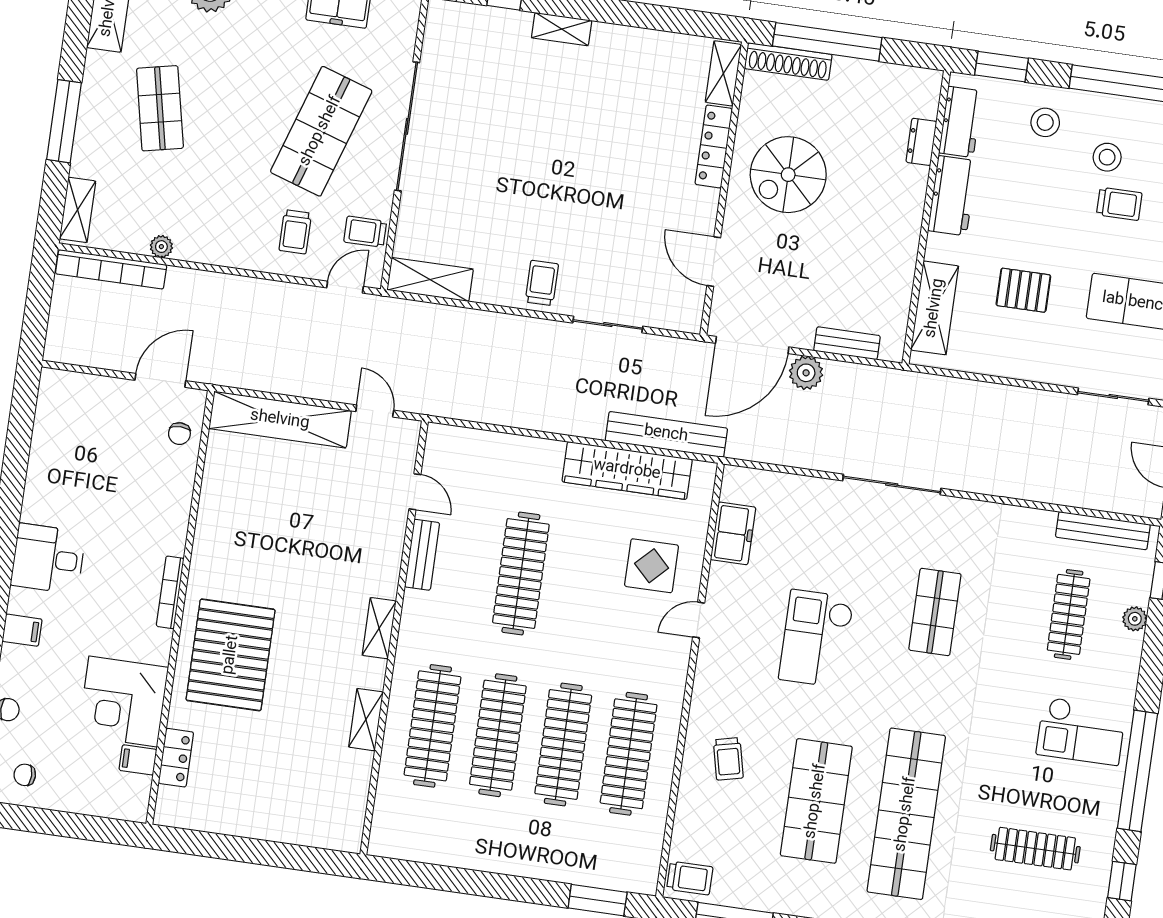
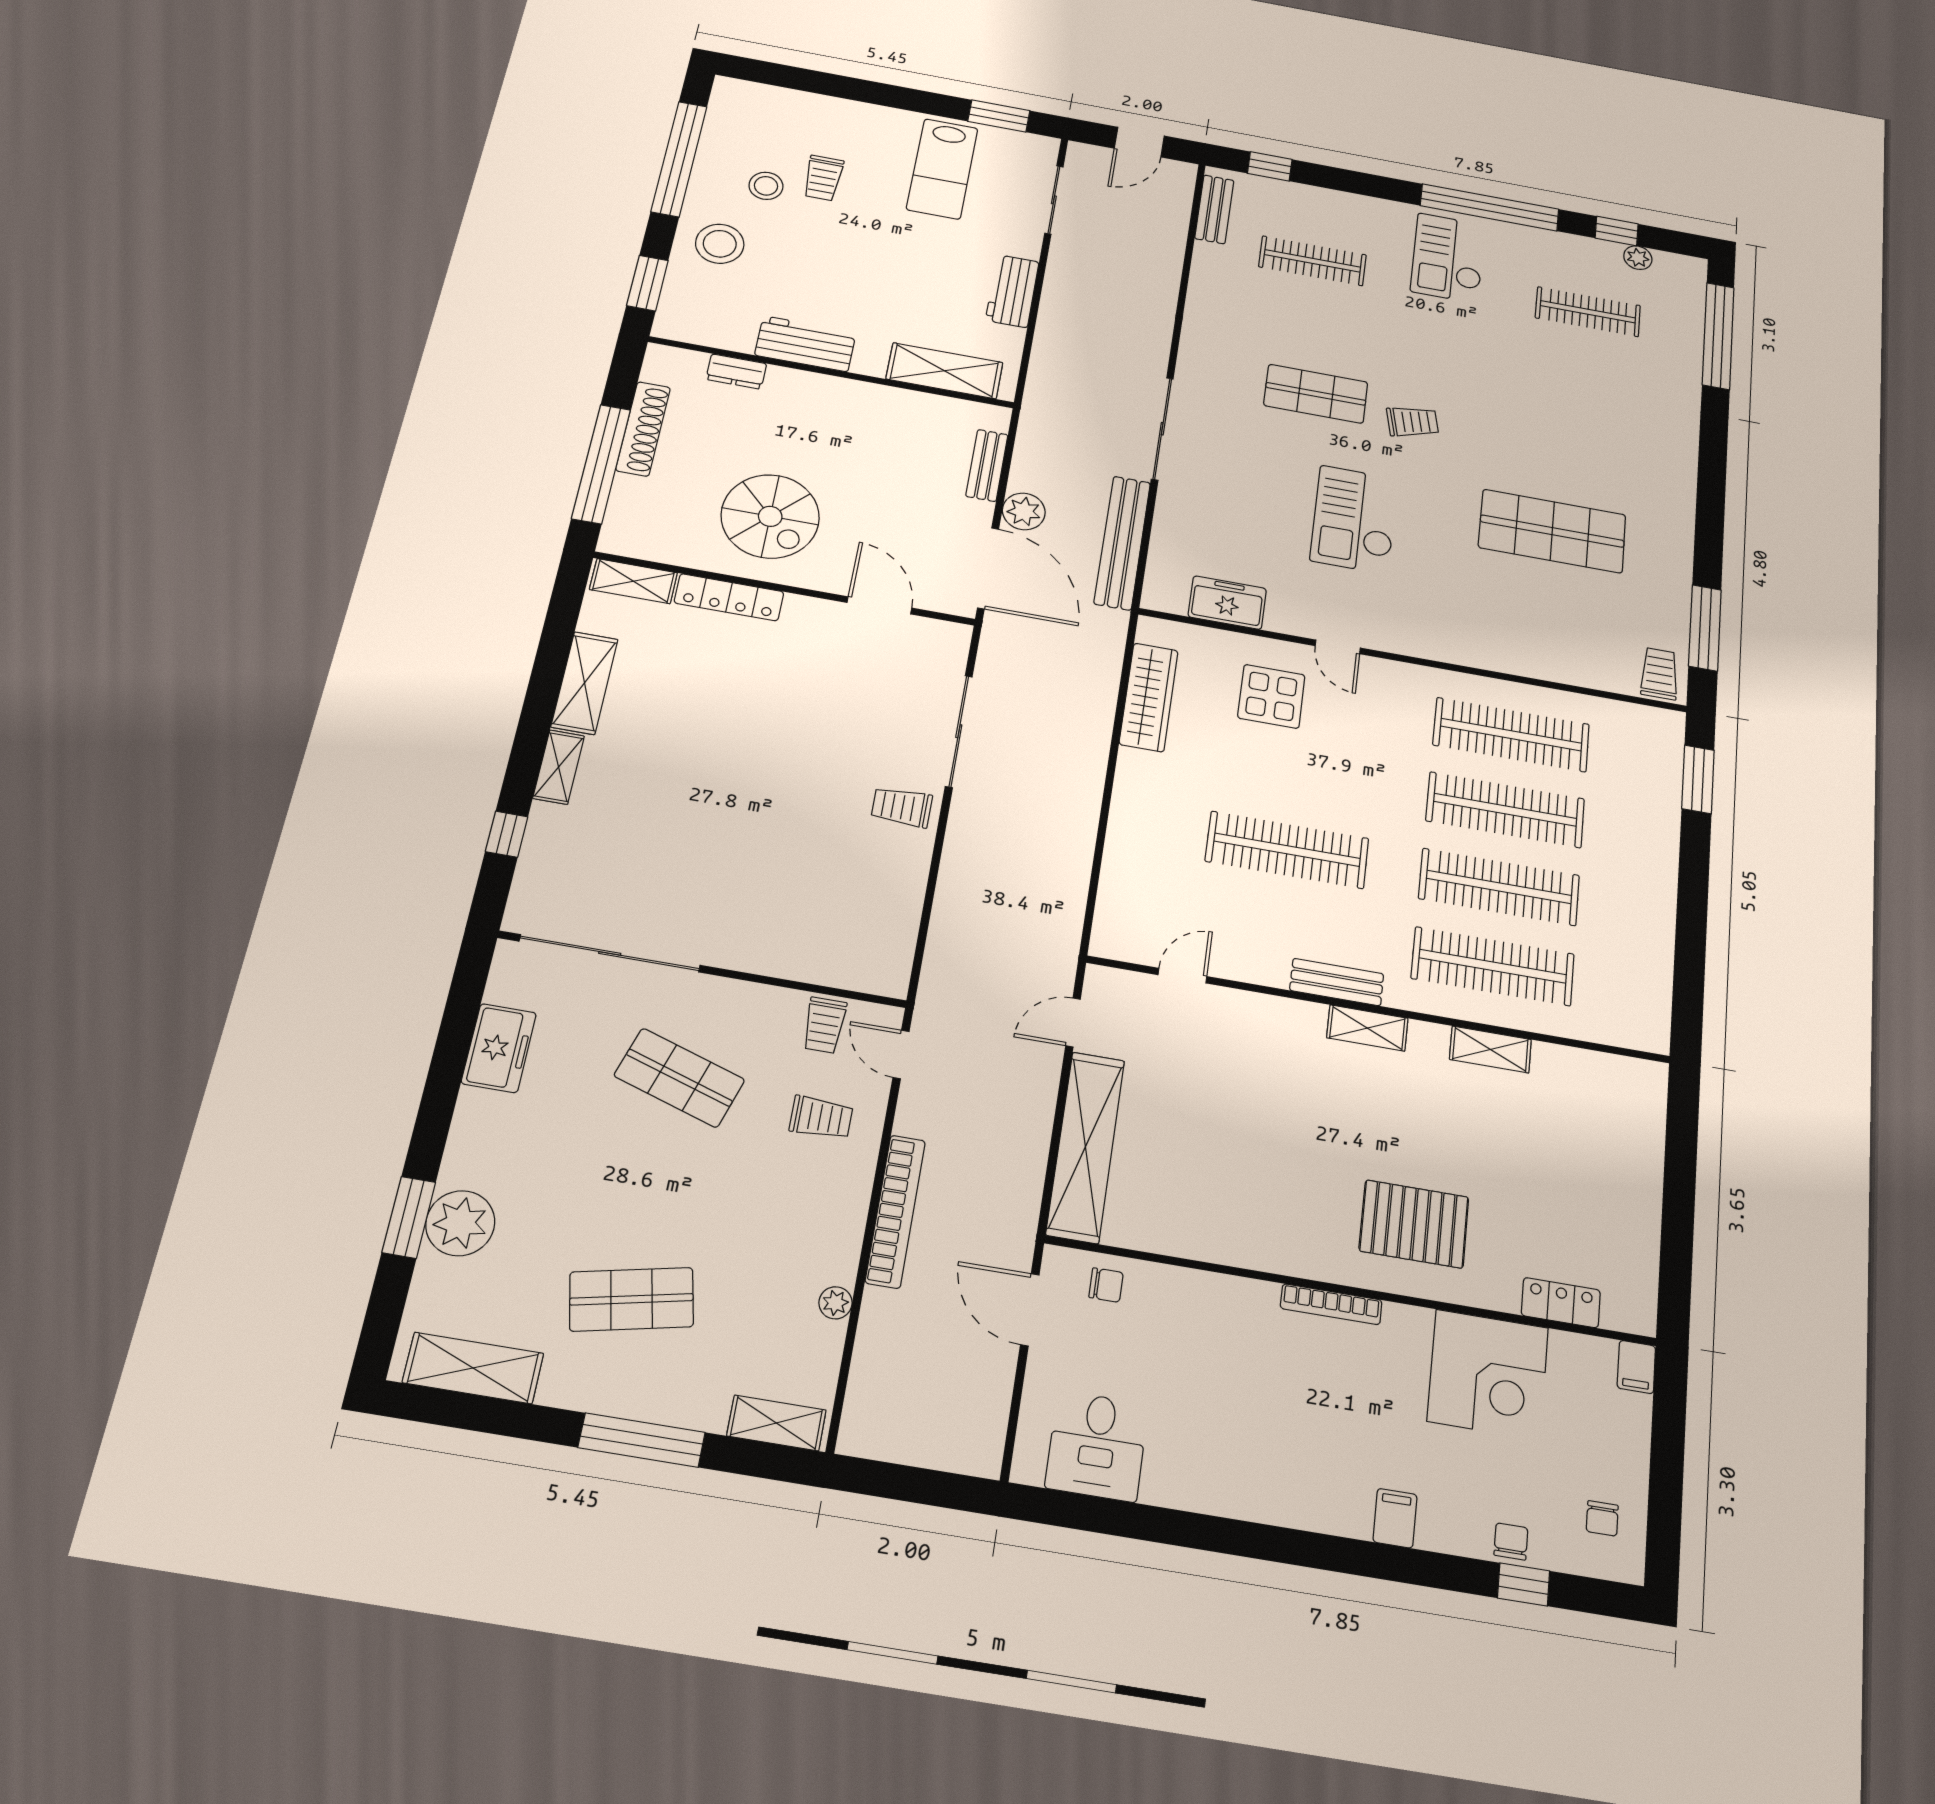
shoe rack: (788, 62) -> (643, 429), moved
workbench: (960, 122) -> (1012, 291), moved, turned -90
stool: (1045, 122) -> (720, 244), width x1.38, depth x1.38
sliding door: (407, 126) -> (610, 953), moved
shop shelf: (321, 131) -> (679, 1078), width x0.70, depth x0.74
trolley: (1119, 204) -> (823, 178), turned 180
door: (714, 262) -> (879, 605), swing flipped
bookcase: (111, 269) -> (895, 1211), moved
shelving: (430, 280) -> (585, 683), moved
pallet: (1023, 290) -> (925, 279), removed
sliding door: (608, 325) -> (959, 731), width x1.37
bench: (666, 434) -> (1122, 543), moved
wardrobe: (627, 470) -> (1149, 697), width x0.71, depth x0.85
bench: (1103, 531) -> (1214, 209), width x0.73
bench: (422, 555) -> (1337, 982), moved
desk: (48, 559) -> (1097, 1446), moved
plant: (1135, 619) -> (1638, 258), moved
checkout: (816, 638) -> (1354, 520), turned 90
pallet: (231, 655) -> (1414, 1224), width x0.73, depth x0.71
checkout: (1081, 731) -> (1448, 258), turned 180
trolley: (728, 759) -> (1413, 422), moved
filing cabinet: (138, 760) -> (1636, 1367), moved
shop shelf: (906, 814) -> (1559, 438), removed
clothes rail: (1035, 849) -> (1588, 312), turned 90

